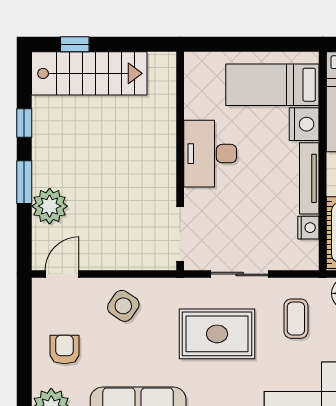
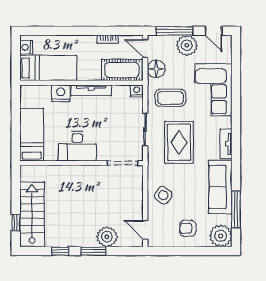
bed: (272, 85) -> (32, 135), moved, turned 180
nightstand: (308, 228) -> (137, 91), moved
coffee table: (296, 319) -> (170, 98), width x1.36, depth x1.30

